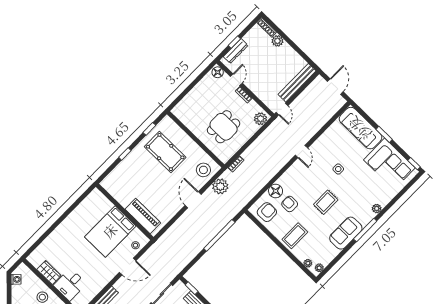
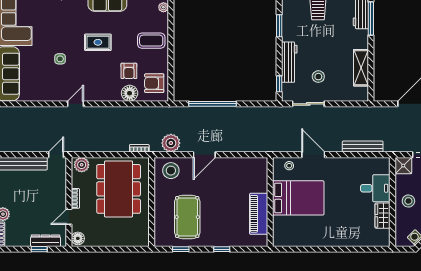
dining table: (224, 127) -> (119, 189), width x1.88, depth x1.24
piano: (143, 216) -> (259, 214), moved

